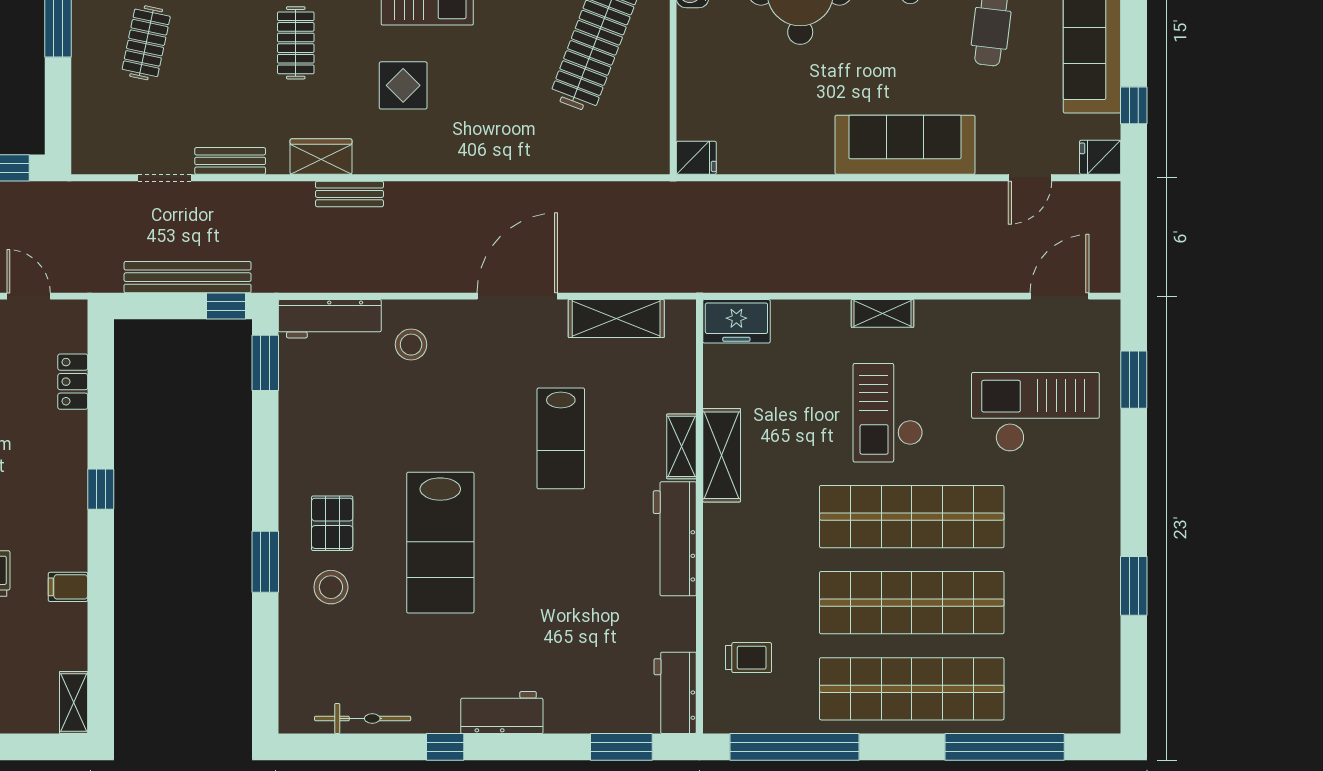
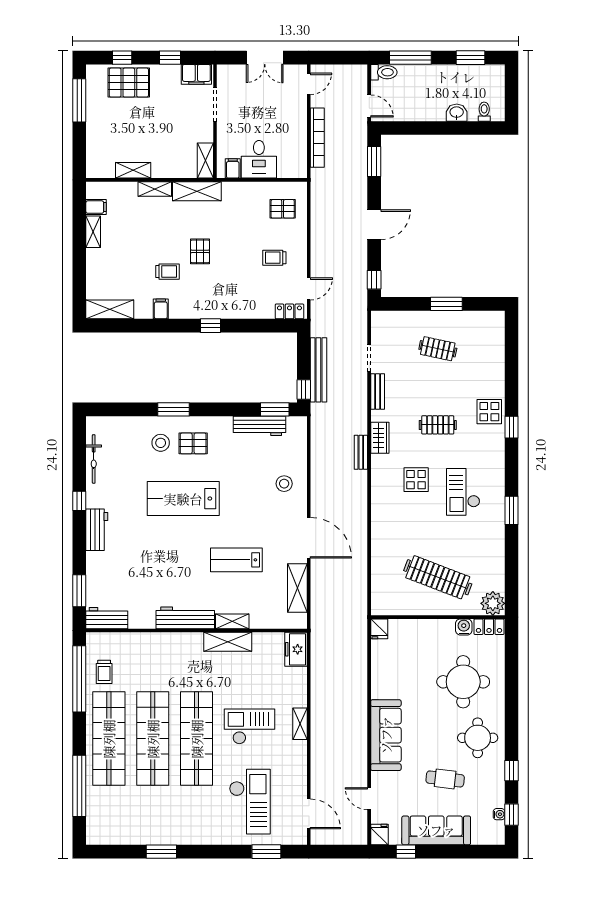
workbench: (330, 319) -> (259, 426), moved, turned -90
locker: (73, 382) -> (289, 311), moved
trolley: (748, 658) -> (104, 672), moved
shelving: (74, 703) -> (110, 309), width x1.50, depth x1.33

